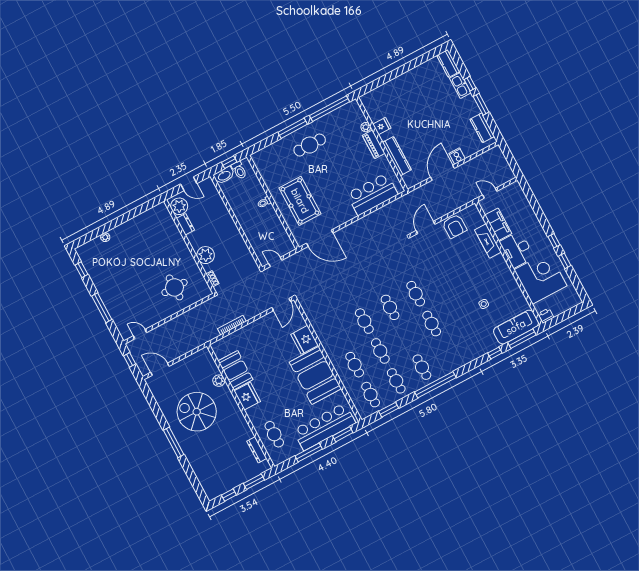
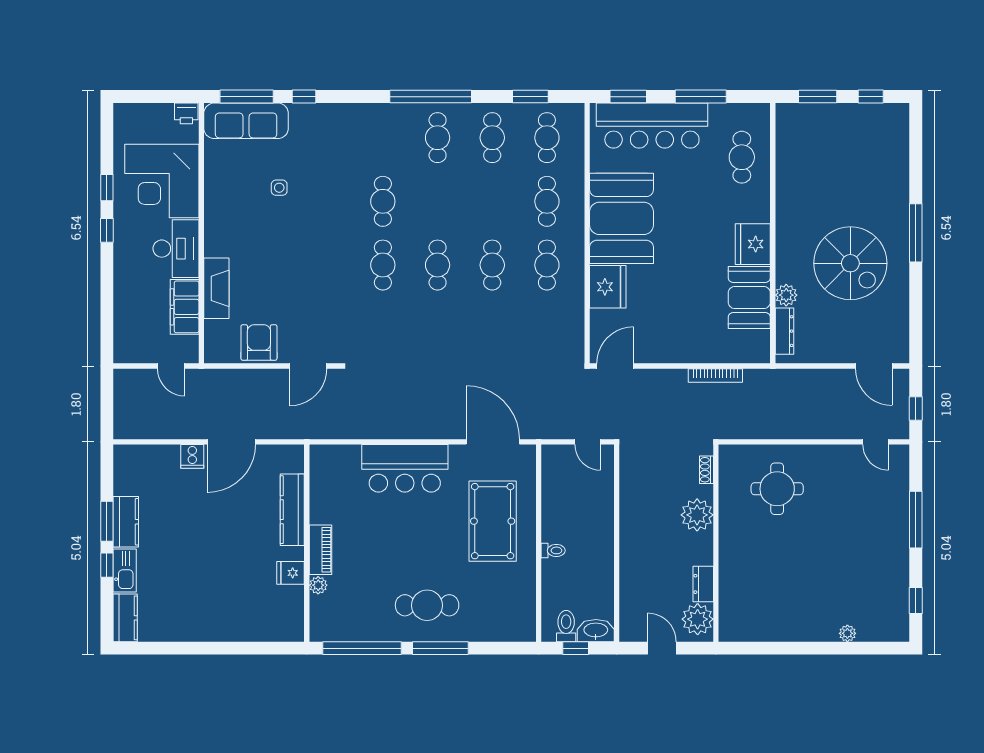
kitchen counter: (482, 128) -> (126, 522), moved
bar counter: (372, 194) -> (405, 468), moved
cafe table: (380, 351) -> (547, 265), moved
dresser: (257, 450) -> (784, 331), moved

